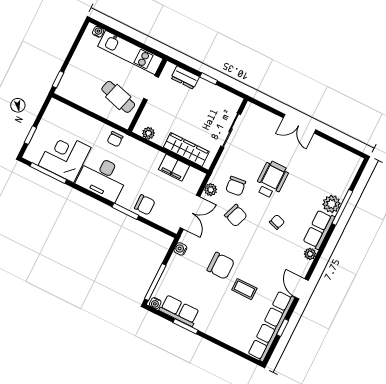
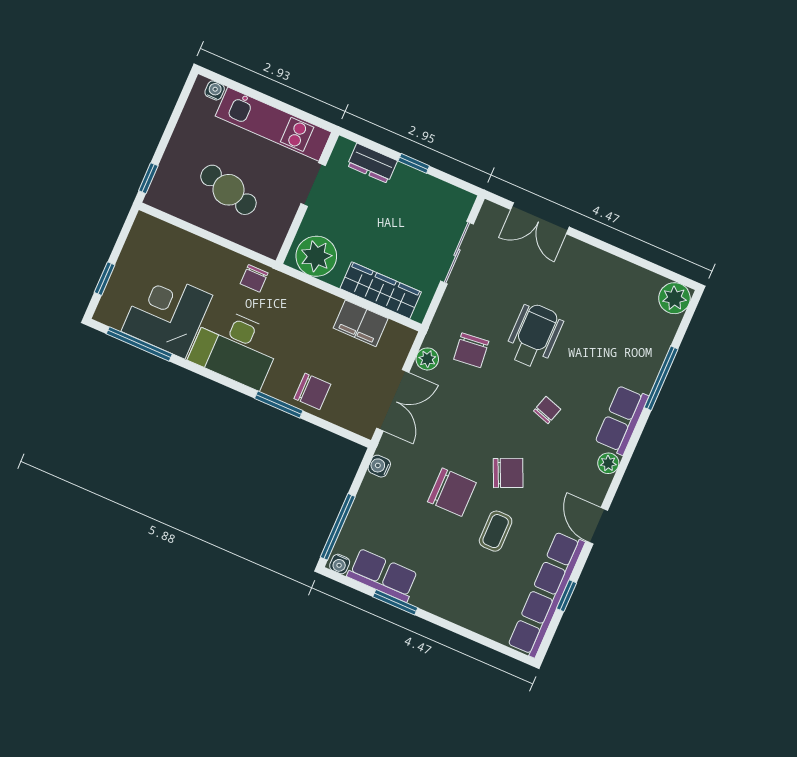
cafe table: (118, 97) -> (228, 190), moved
double door: (299, 124) -> (540, 218), moved
plant: (148, 133) -> (316, 256), width x1.88, depth x1.88
plant: (332, 204) -> (674, 298), moved
chair: (236, 216) -> (508, 473), moved, turned -44
coffee table: (244, 289) -> (496, 531), turned 90

